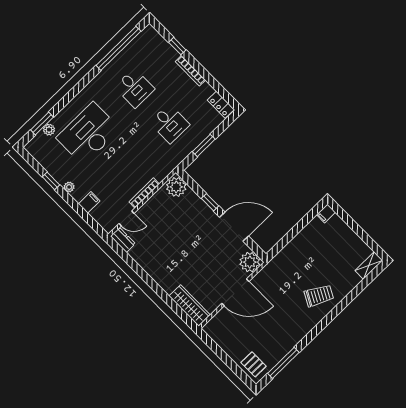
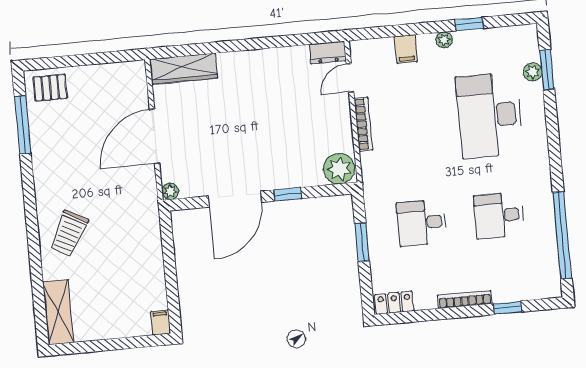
desk: (88, 133) -> (490, 115), turned 180
plant: (250, 262) -> (170, 191), width x0.53, depth x0.53
shelving: (369, 265) -> (58, 312), width x1.50, depth x1.33

